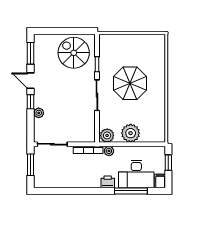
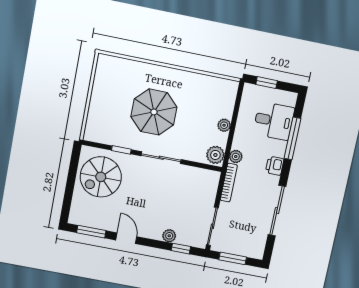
door: (31, 81) -> (126, 238), swing flipped
window: (31, 102) -> (181, 249), moved
plant: (131, 133) -> (224, 125), width x0.53, depth x0.53
desk: (136, 174) -> (274, 121), width x0.73
filing cabinet: (160, 181) -> (288, 98), removed
sliding door: (74, 191) -> (277, 211), added

